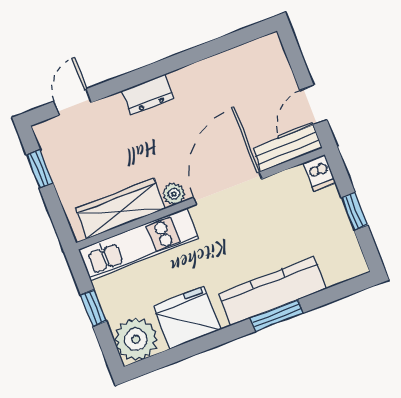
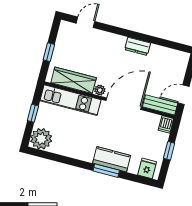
dresser: (148, 95) -> (138, 46), moved
window: (40, 169) -> (49, 52), moved
kitchen counter: (272, 291) -> (112, 159), width x0.67
fridge: (187, 318) -> (147, 168), moved, width x0.53, depth x0.75

